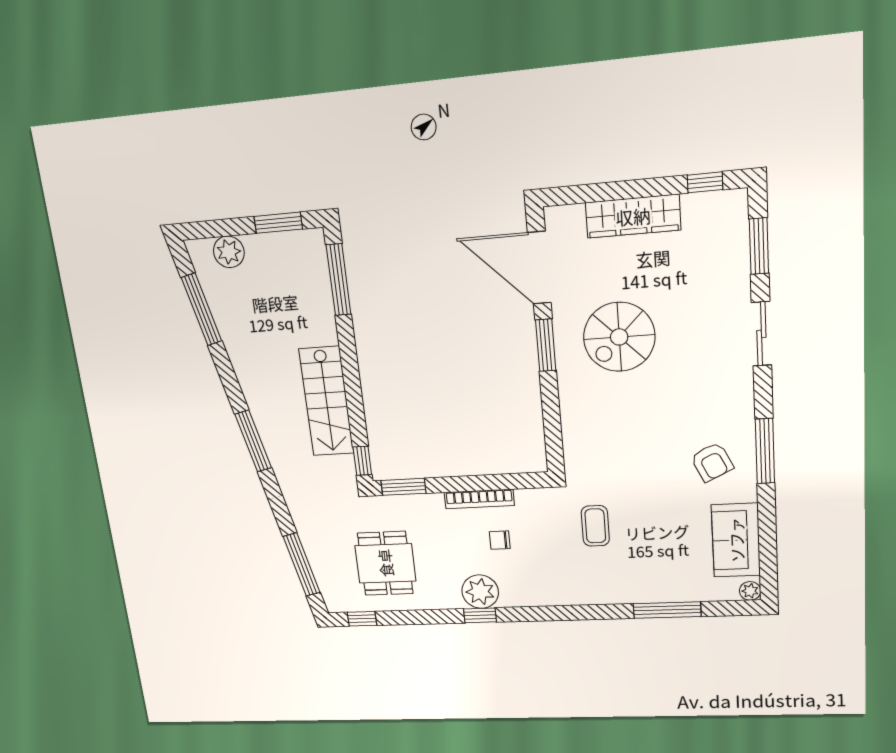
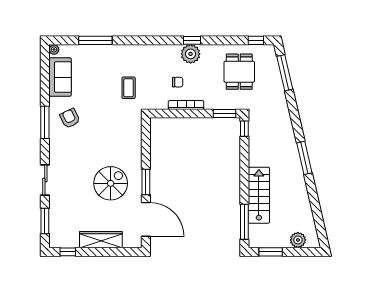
window: (202, 309) -> (317, 213), removed
stairs: (326, 401) -> (259, 195), moved
window: (253, 441) -> (304, 158), moved

